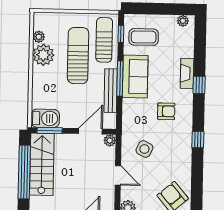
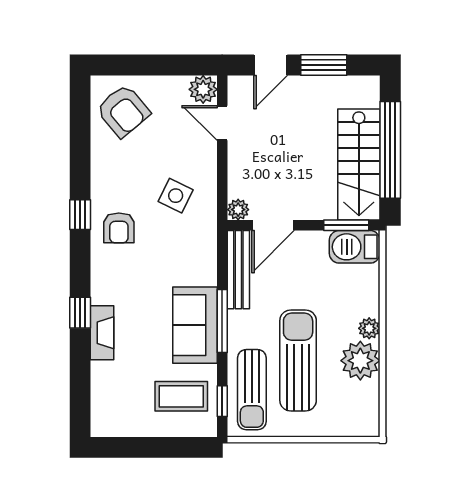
plant: (183, 21) -> (112, 427), removed
plant: (39, 37) -> (369, 328), moved
sun lounger: (78, 56) -> (298, 361), turned 180
bench: (111, 91) -> (238, 270), moved
armchair: (166, 111) -> (119, 228), moved, turned -90
door: (118, 175) -> (222, 123), moved

